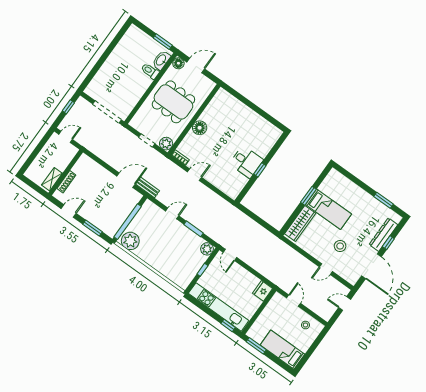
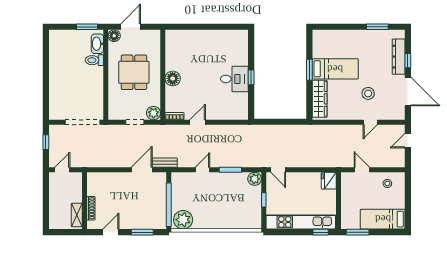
dining table: (173, 102) -> (134, 72), width x0.73

